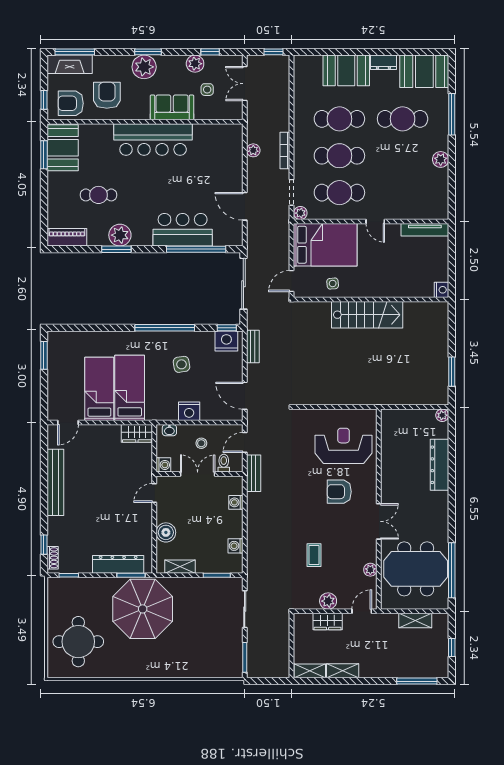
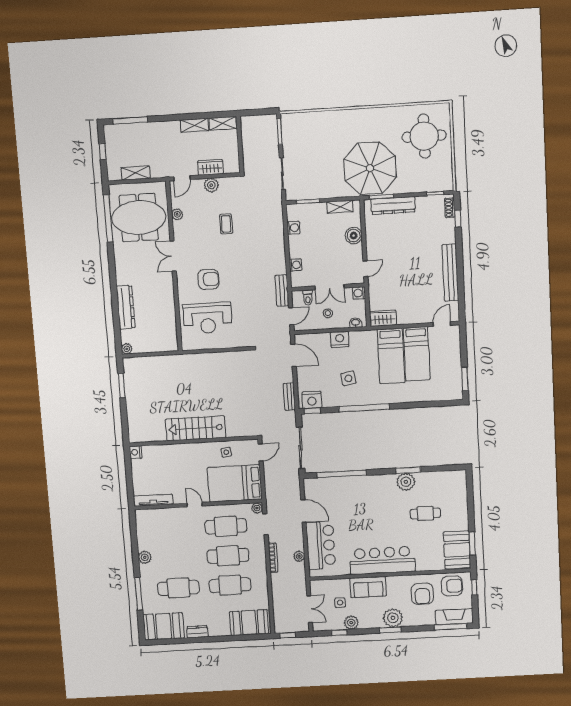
booth: (346, 70) -> (249, 623), moved
bar counter: (183, 230) -> (321, 545), moved, turned -90
piano: (67, 237) -> (450, 478), removed

